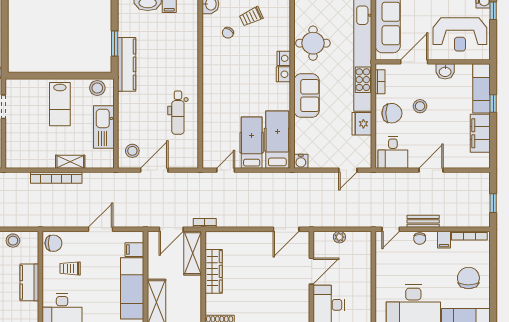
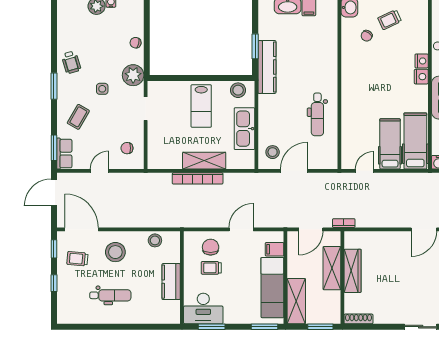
shelving: (70, 162) -> (204, 161), width x1.50, depth x1.33
chair: (53, 243) -> (211, 247), moved, turned -90
shelving: (193, 253) -> (332, 268), moved

